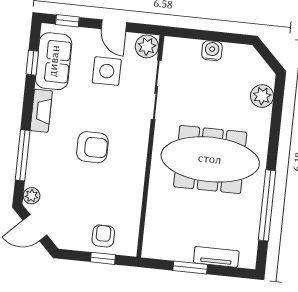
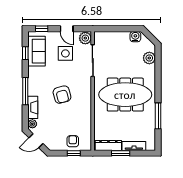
water cooler: (212, 51) -> (135, 37), moved
fireplace: (41, 111) -> (33, 107), moved
armchair: (92, 147) -> (62, 95), turned 75
window: (23, 155) -> (25, 91), moved
window: (267, 205) -> (158, 116), width x0.68
dresser: (169, 251) -> (108, 145), added

